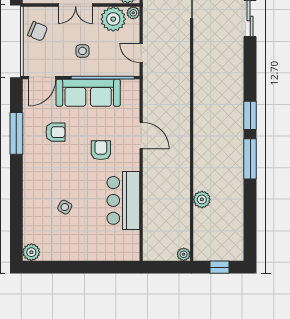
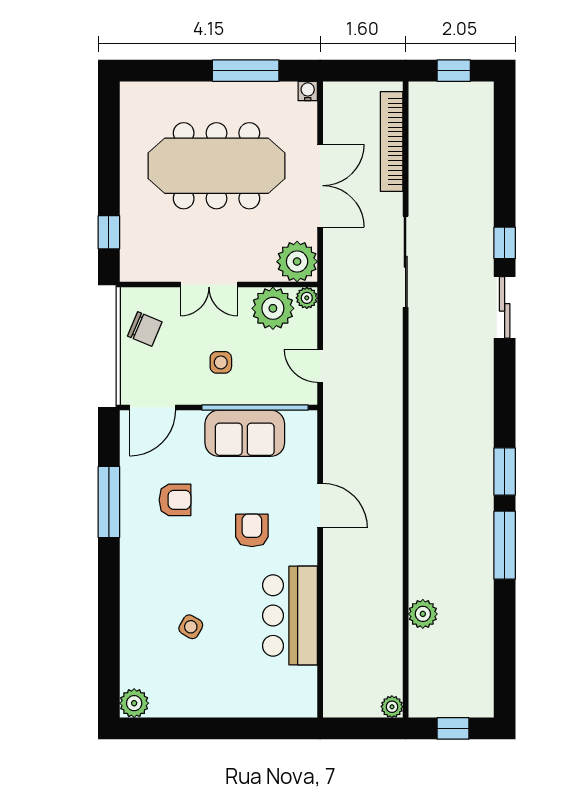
sofa: (88, 93) -> (245, 433), width x0.73

